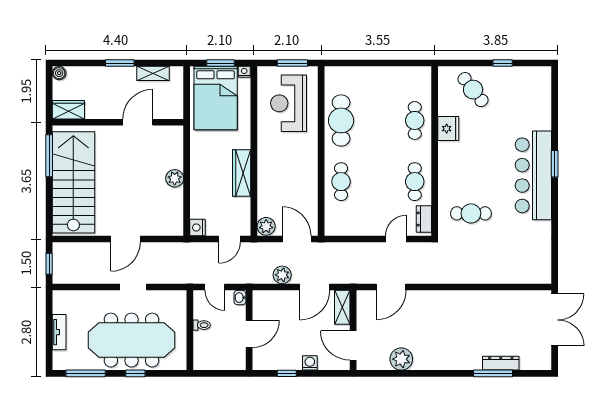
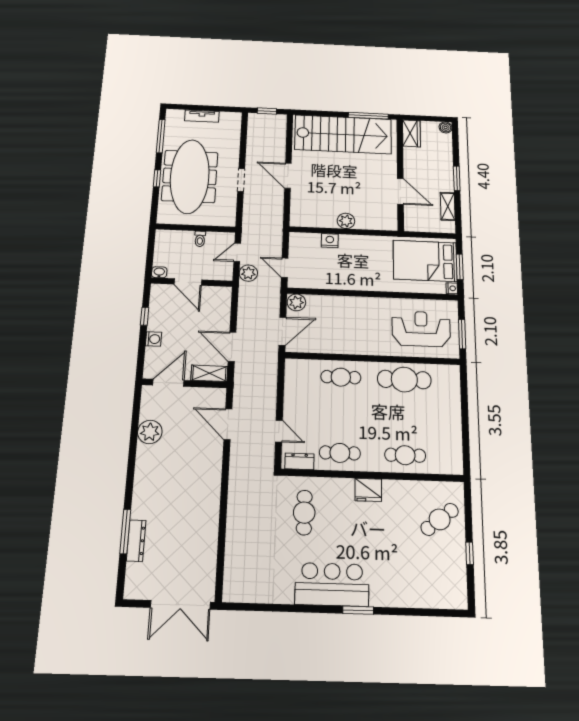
fridge: (448, 129) -> (368, 490), moved
wardrobe: (242, 173) -> (351, 282), removed
bar counter: (533, 175) -> (332, 584), width x0.73
nightstand: (198, 228) -> (330, 241), moved
plant: (282, 275) -> (248, 273), moved
washbasin: (240, 298) -> (159, 272), moved

